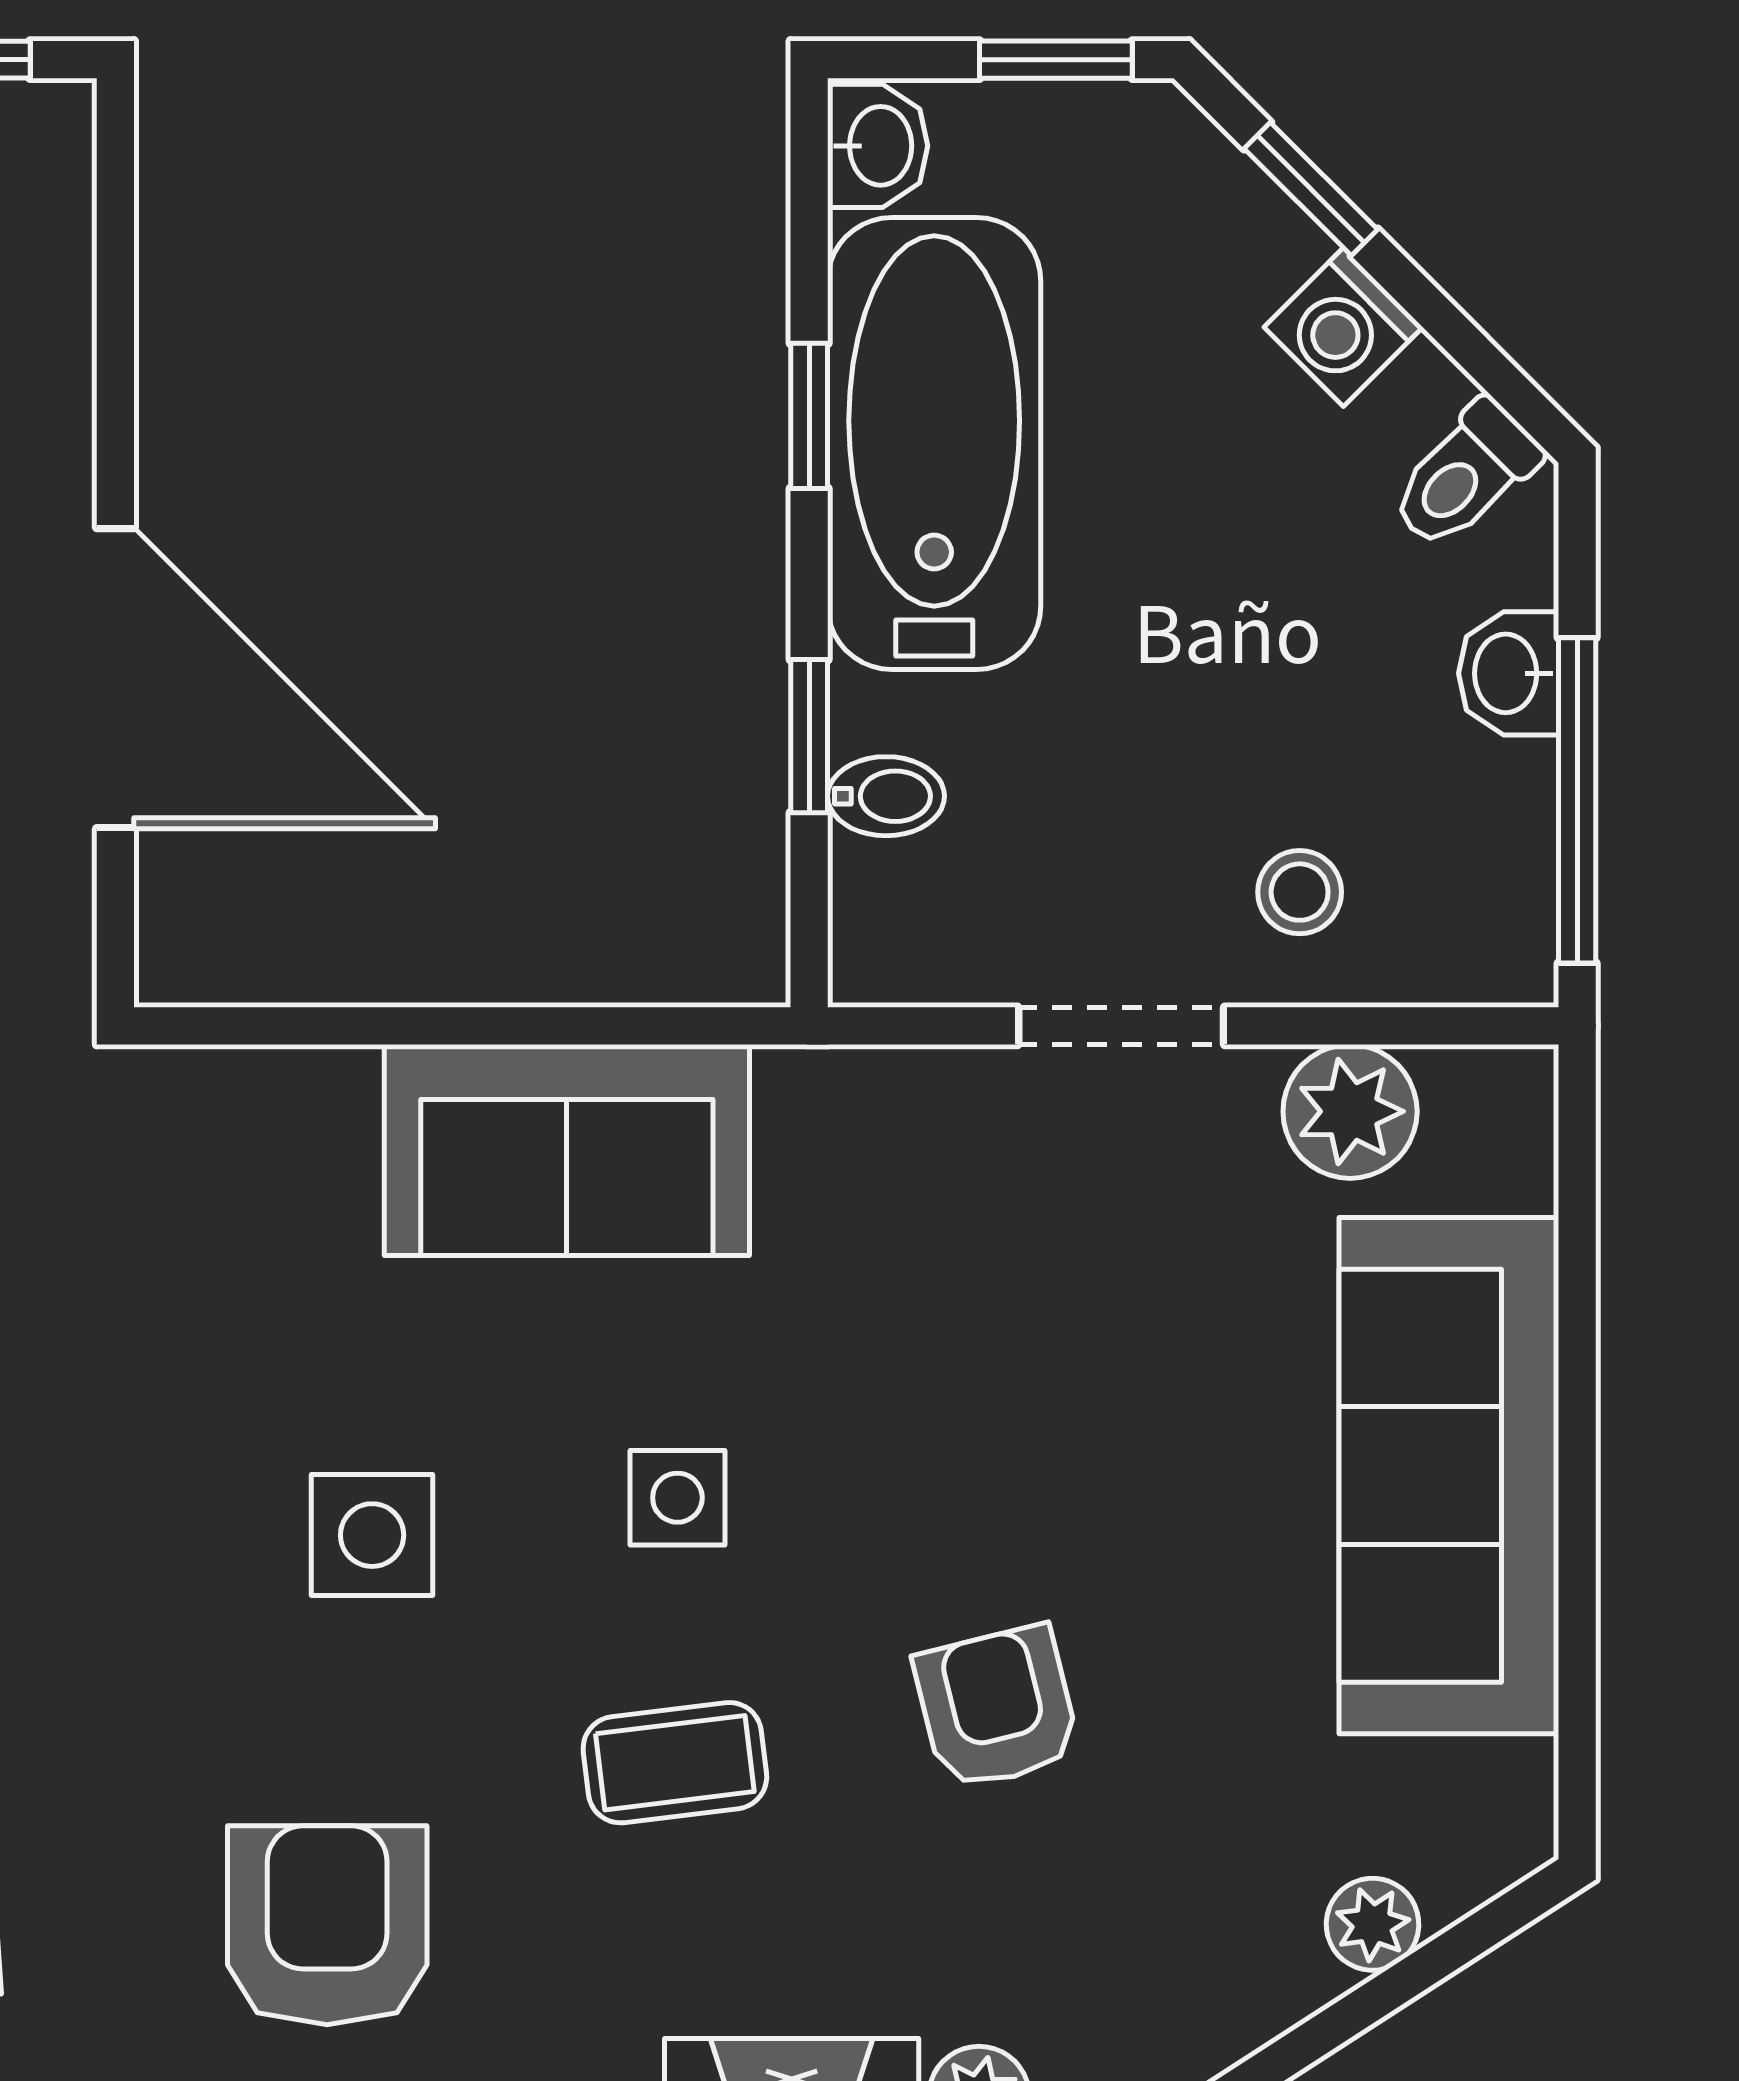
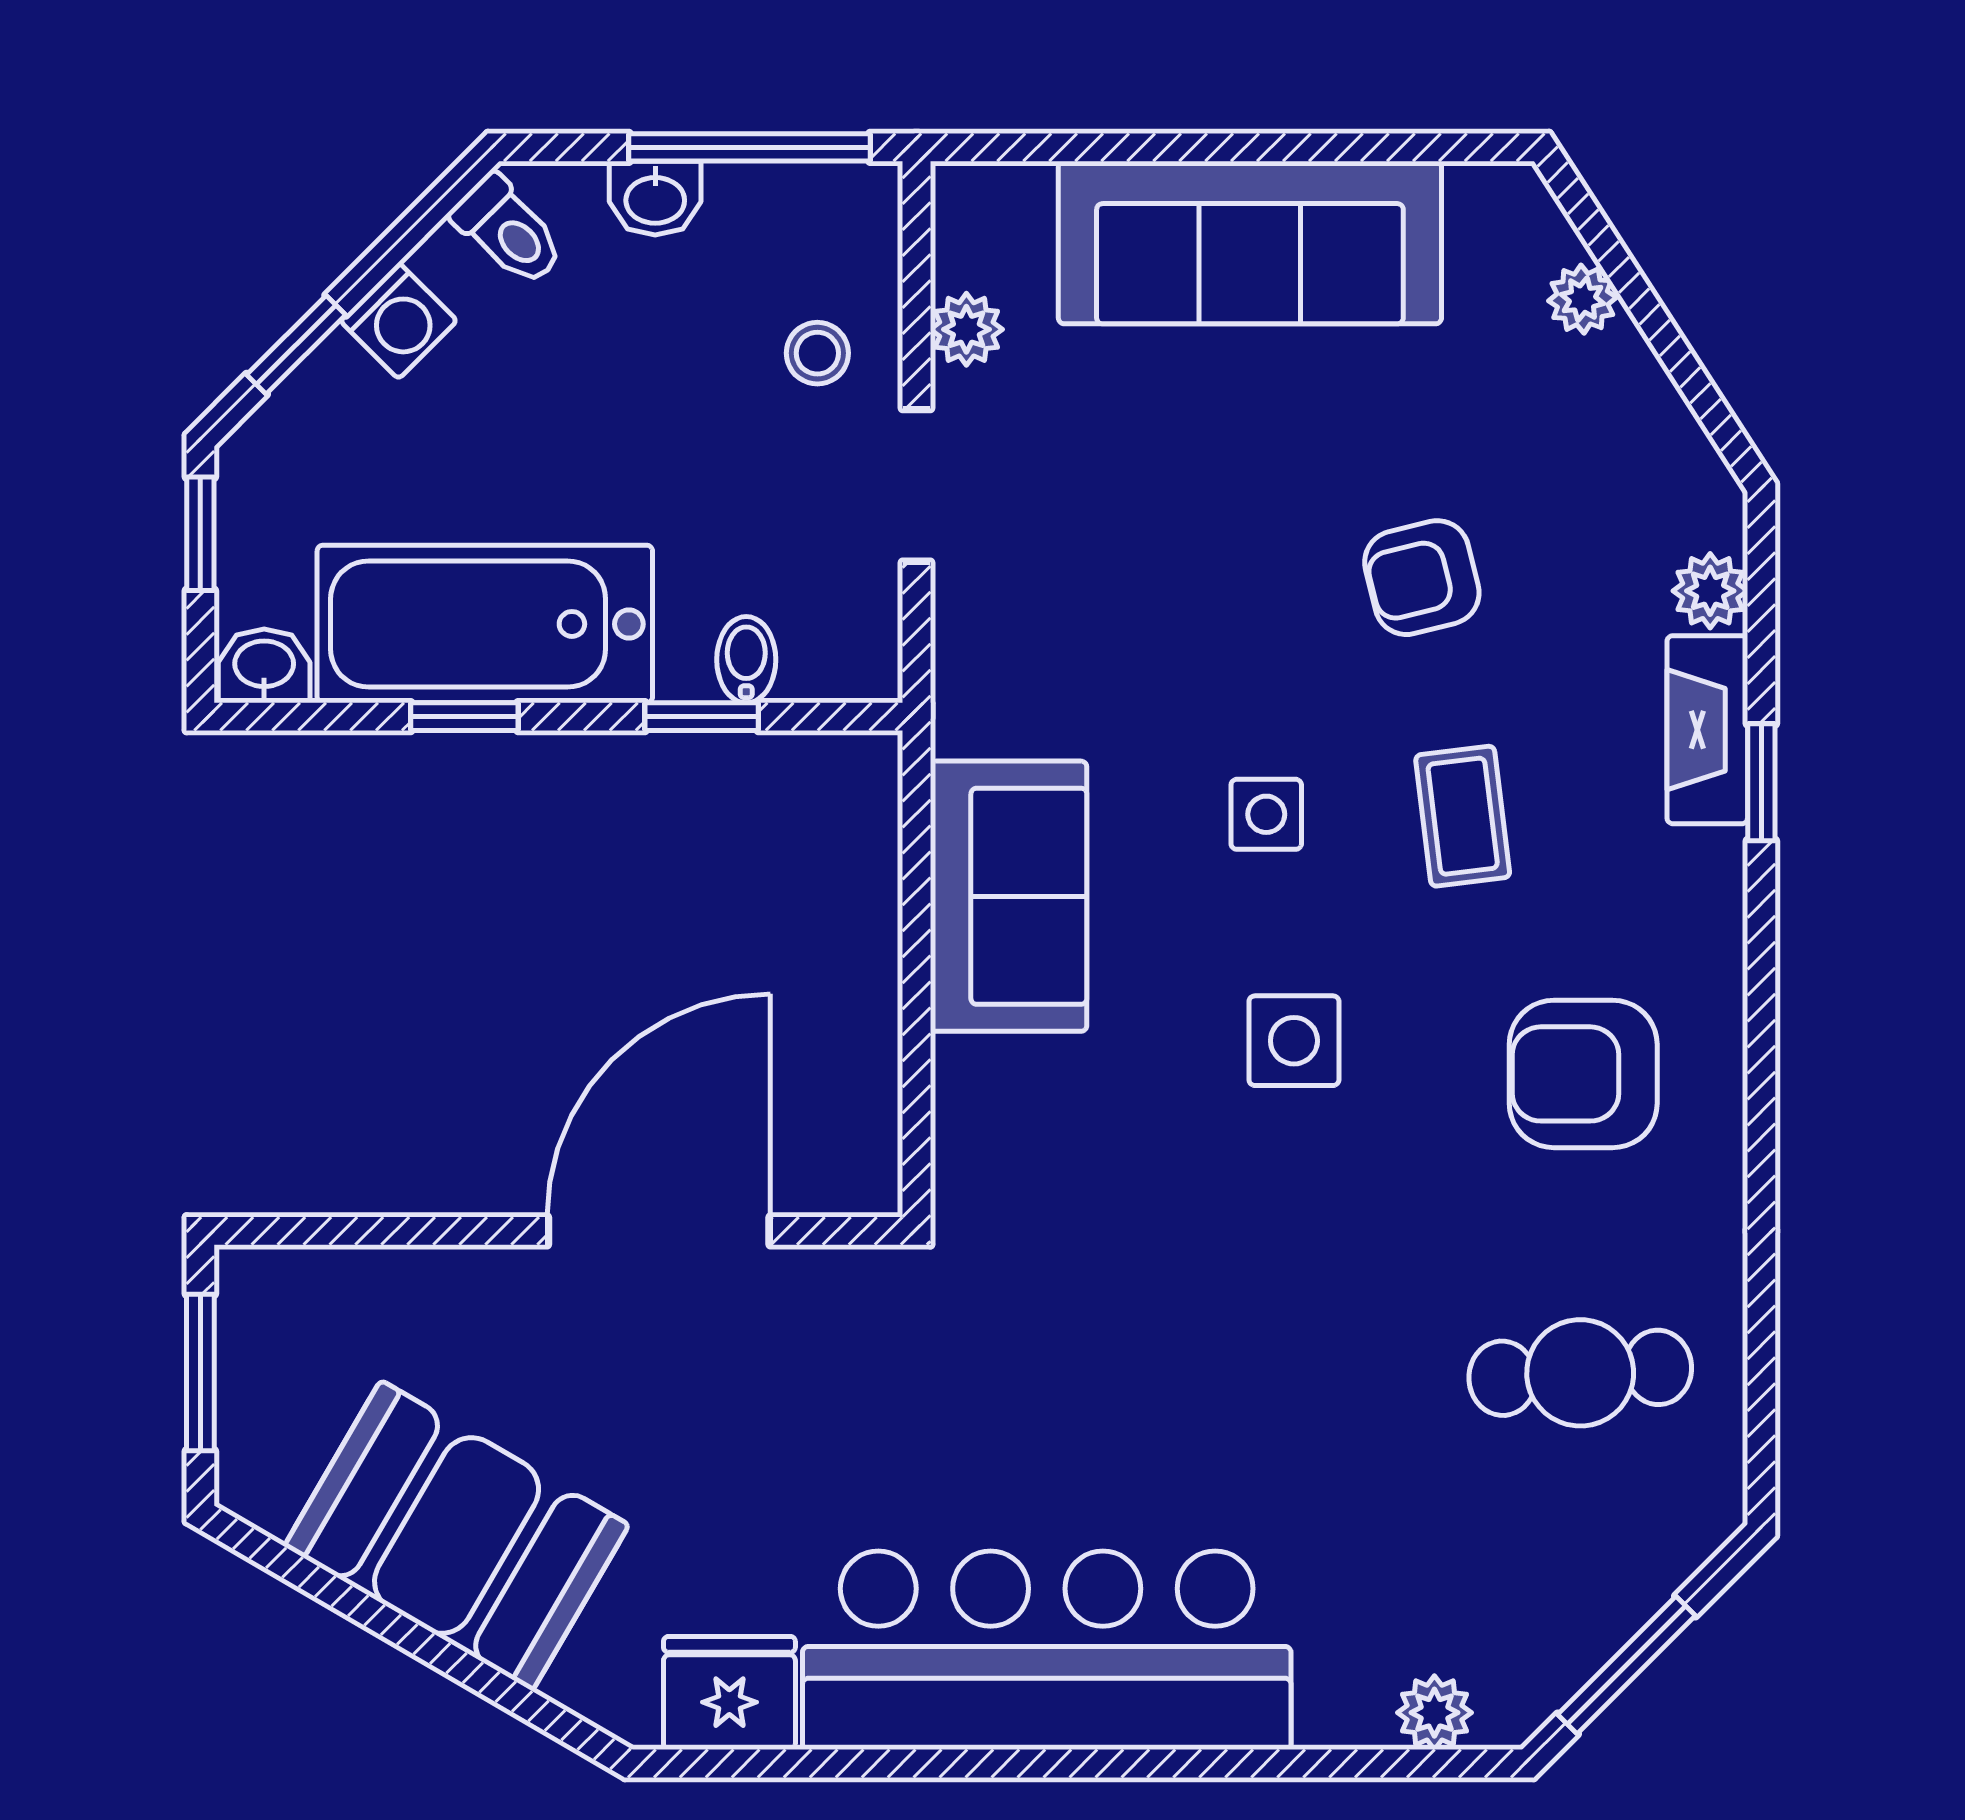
plant: (1350, 1111) -> (966, 329), width x0.73, depth x0.73

